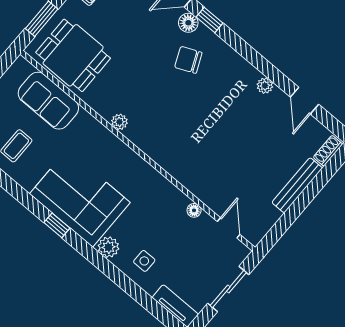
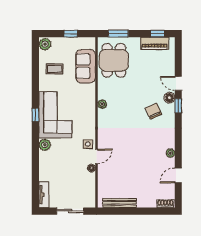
bench: (297, 185) -> (119, 203), moved
door: (229, 228) -> (96, 156), moved
side table: (144, 261) -> (88, 144), moved

